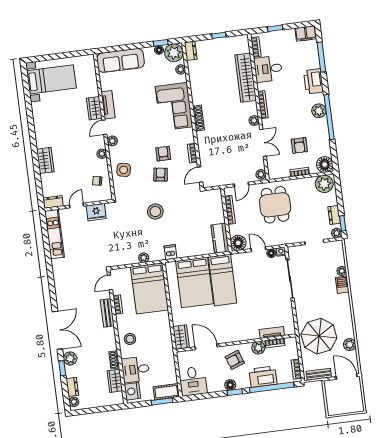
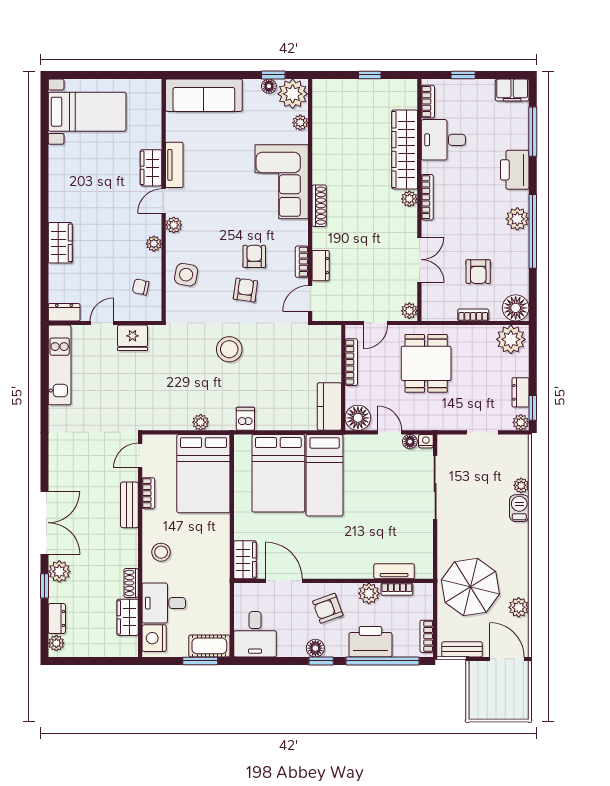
dresser: (191, 51) -> (321, 266), moved
plant: (254, 121) -> (409, 199), moved

